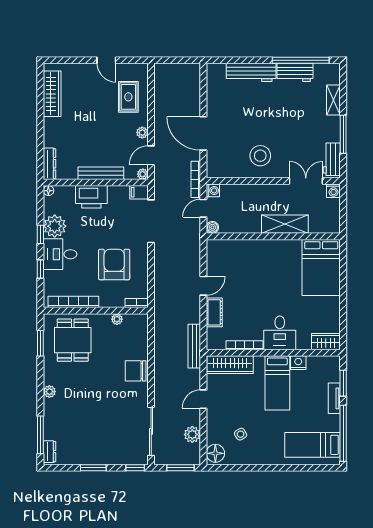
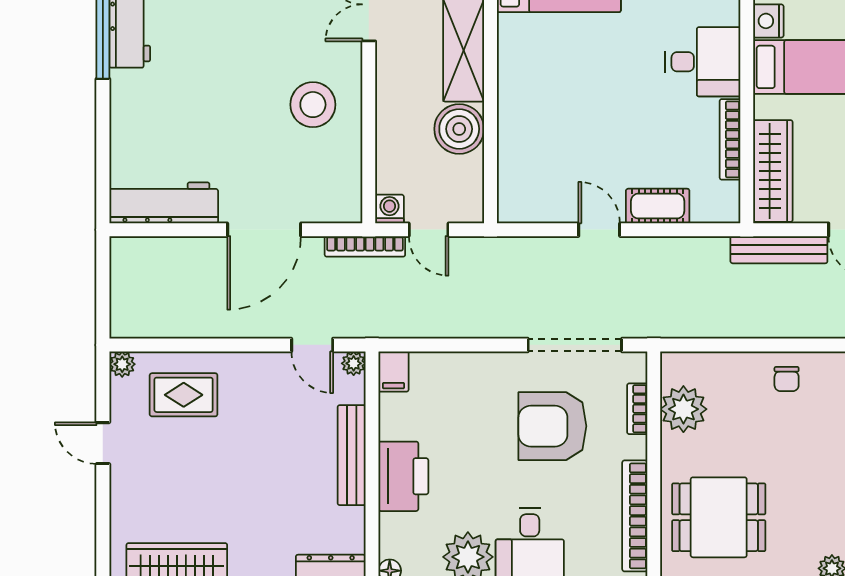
door: (106, 60) -> (103, 443), swing flipped
workbench: (251, 72) -> (164, 203), moved, turned -90
plant: (142, 133) -> (122, 364), moved
doorway: (151, 221) -> (575, 345), moved
boiler: (212, 227) -> (459, 129), moved, width x1.86, depth x1.86
bookcase: (137, 303) -> (637, 409), moved
plant: (117, 319) -> (683, 409), width x1.88, depth x1.88
bench: (194, 346) -> (779, 250), moved
chair: (136, 371) -> (787, 379), width x0.54, depth x0.54

